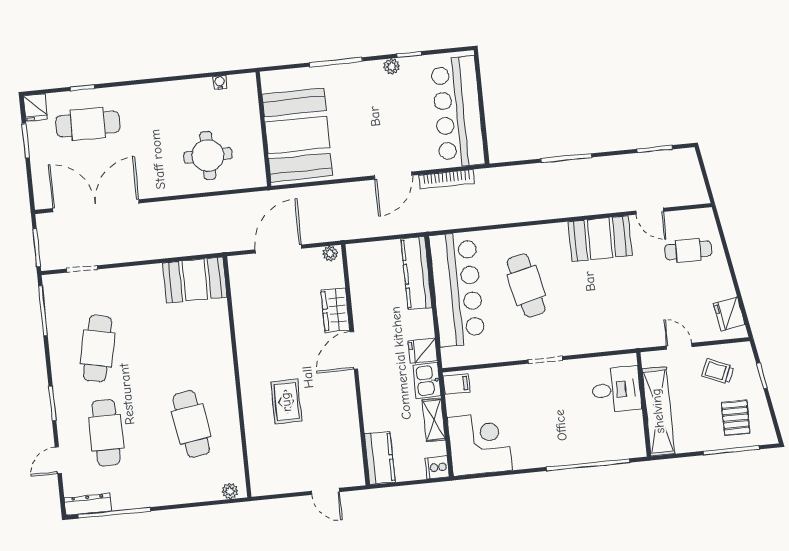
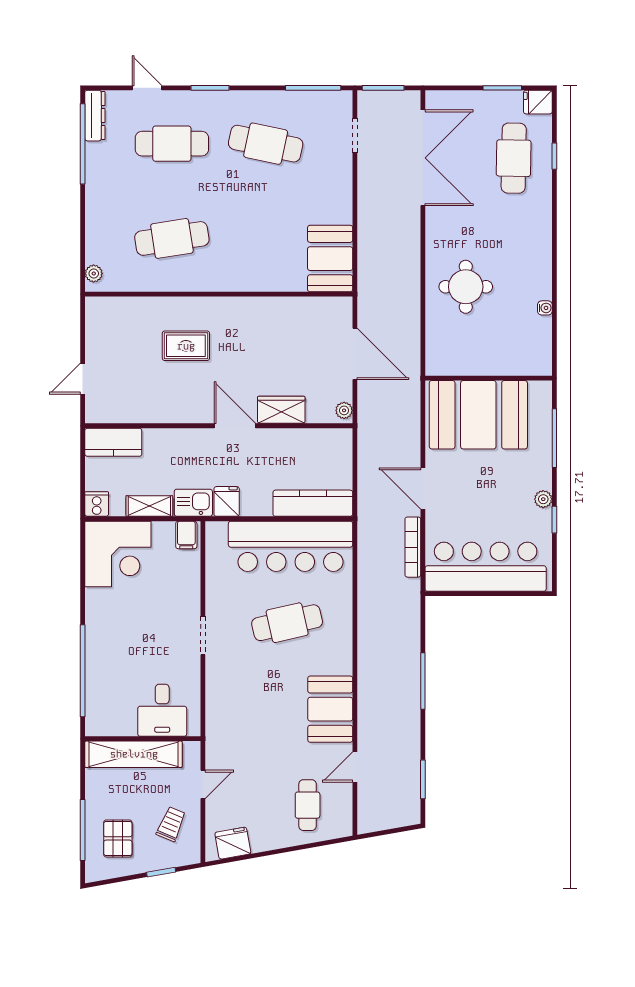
wall: (263, 129) -> (489, 378), moved
booth: (297, 135) -> (478, 415), moved
pallet: (736, 418) -> (118, 838), turned 90

